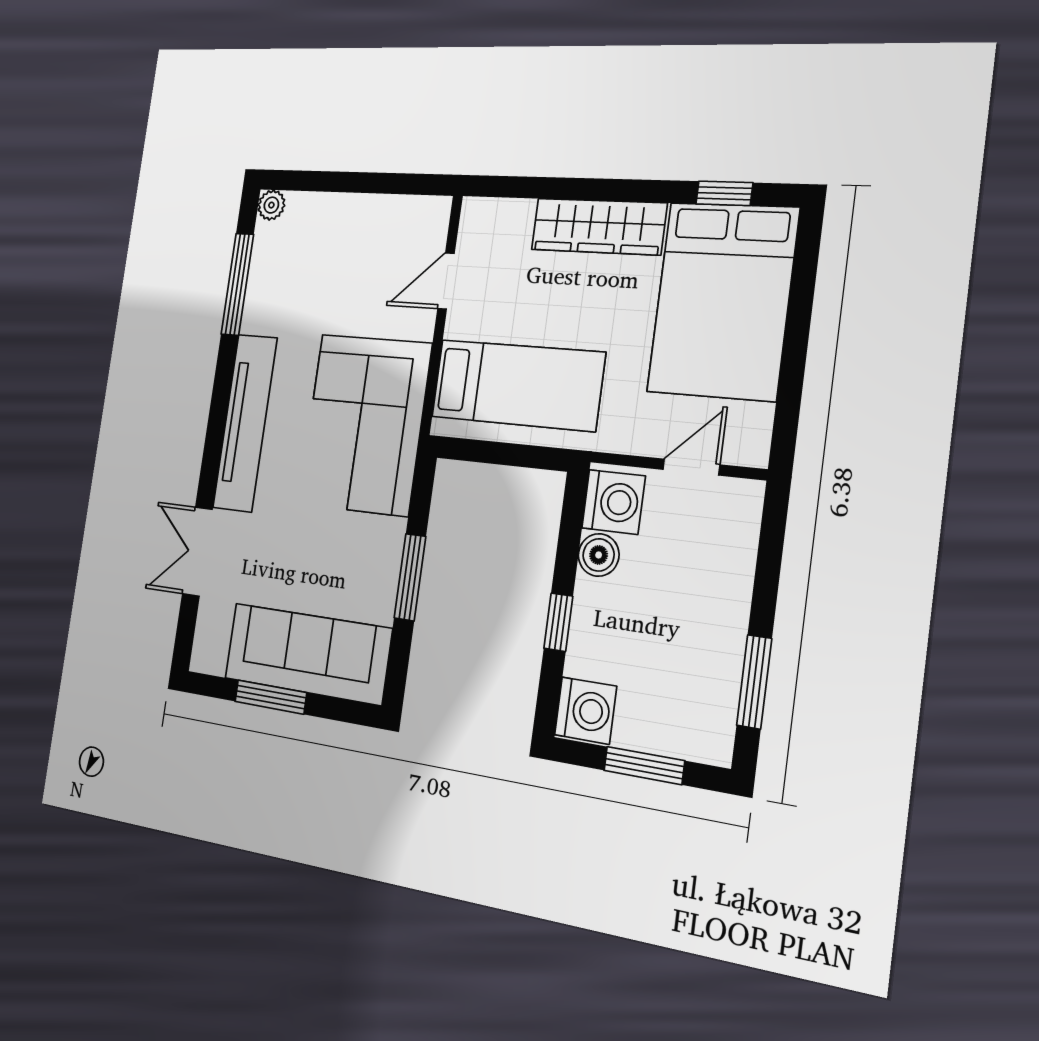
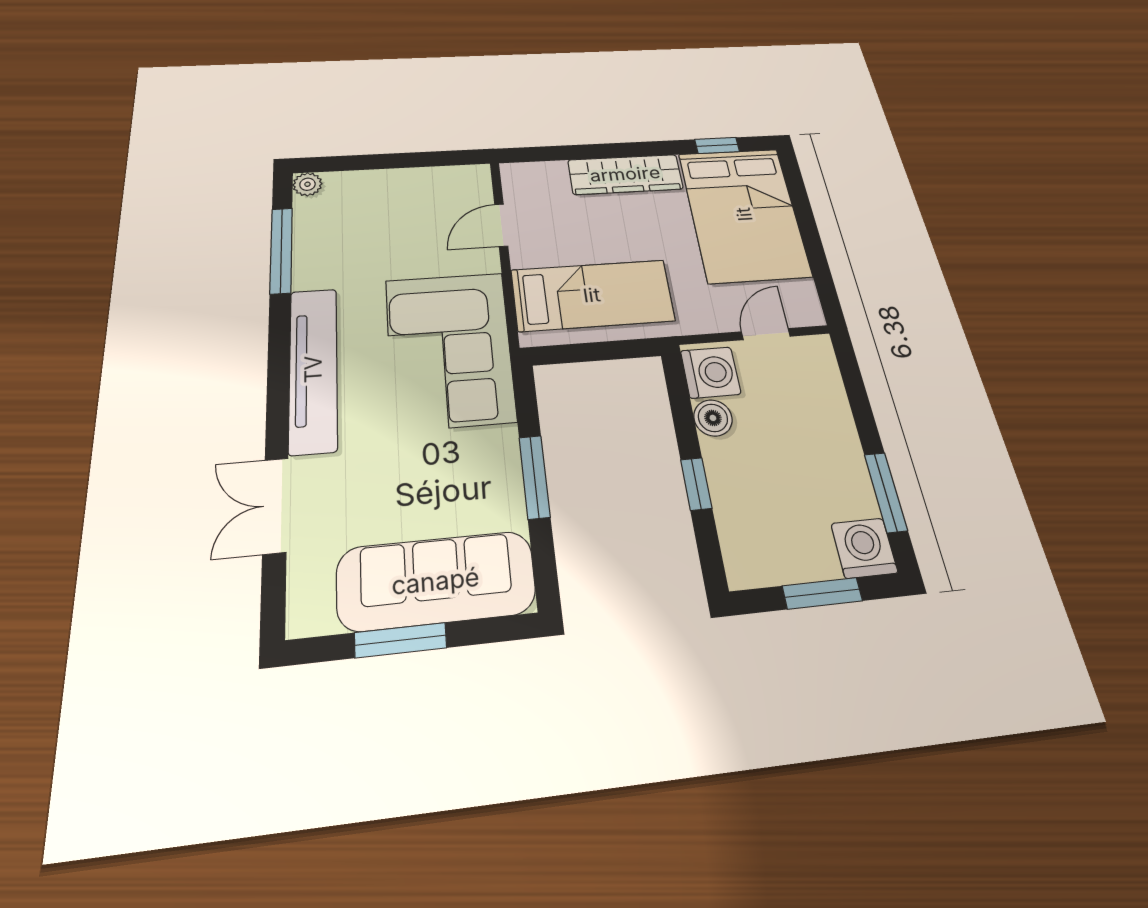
washing machine: (586, 711) -> (864, 548), moved, turned -90

